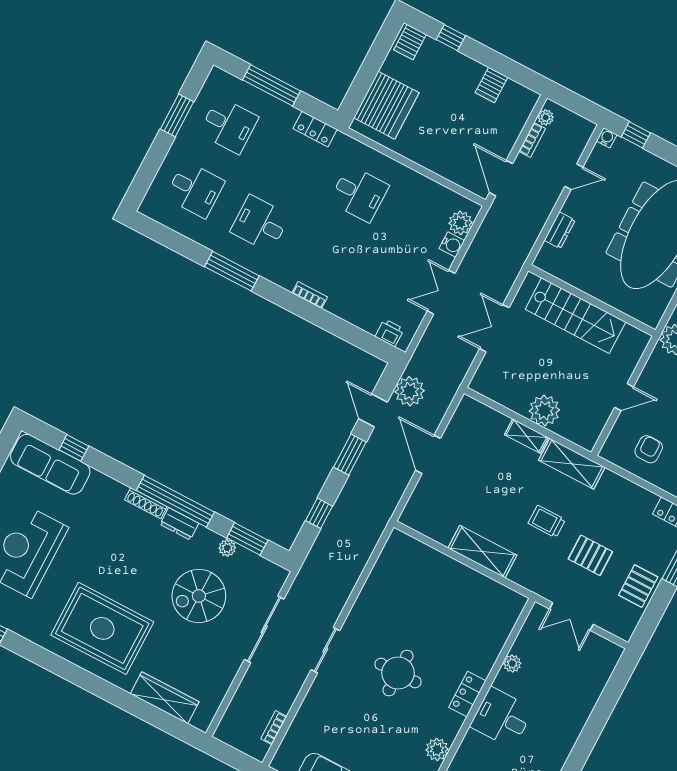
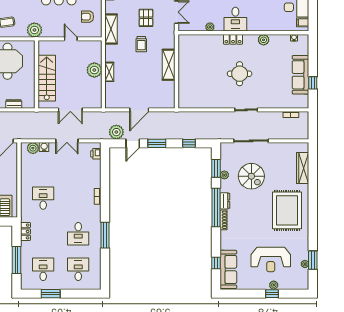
shelving: (572, 464) -> (111, 29), moved

